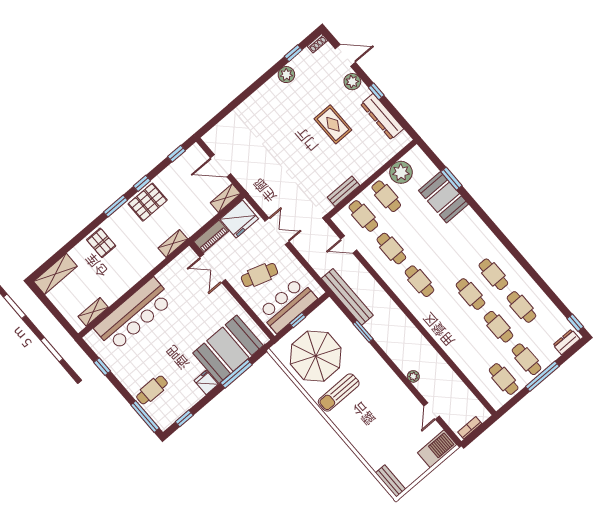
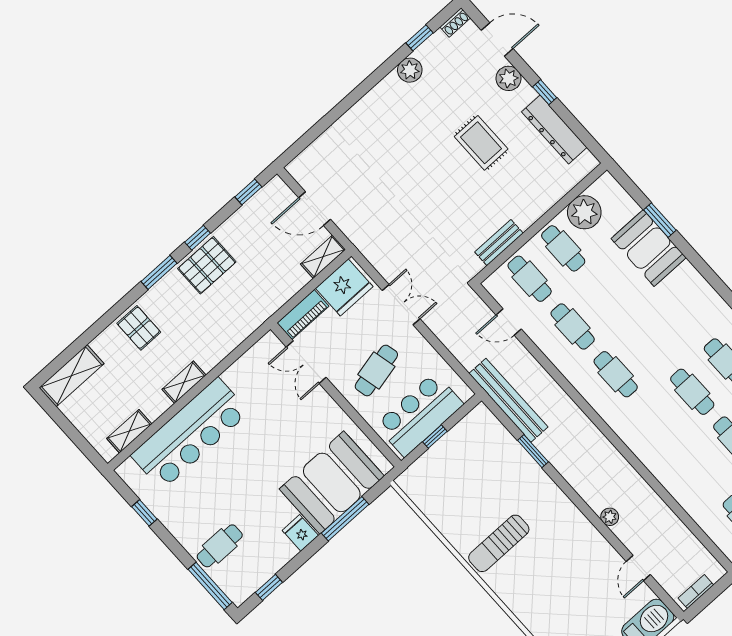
shelving: (173, 244) -> (184, 382), moved
cafe table: (259, 275) -> (376, 370), turned -31
parasol: (316, 356) -> (463, 490), removed

